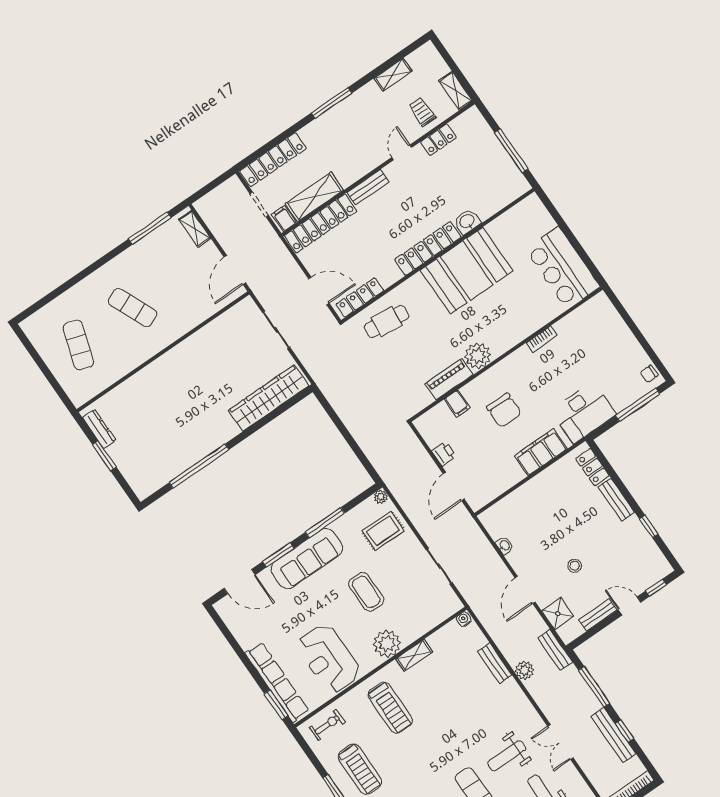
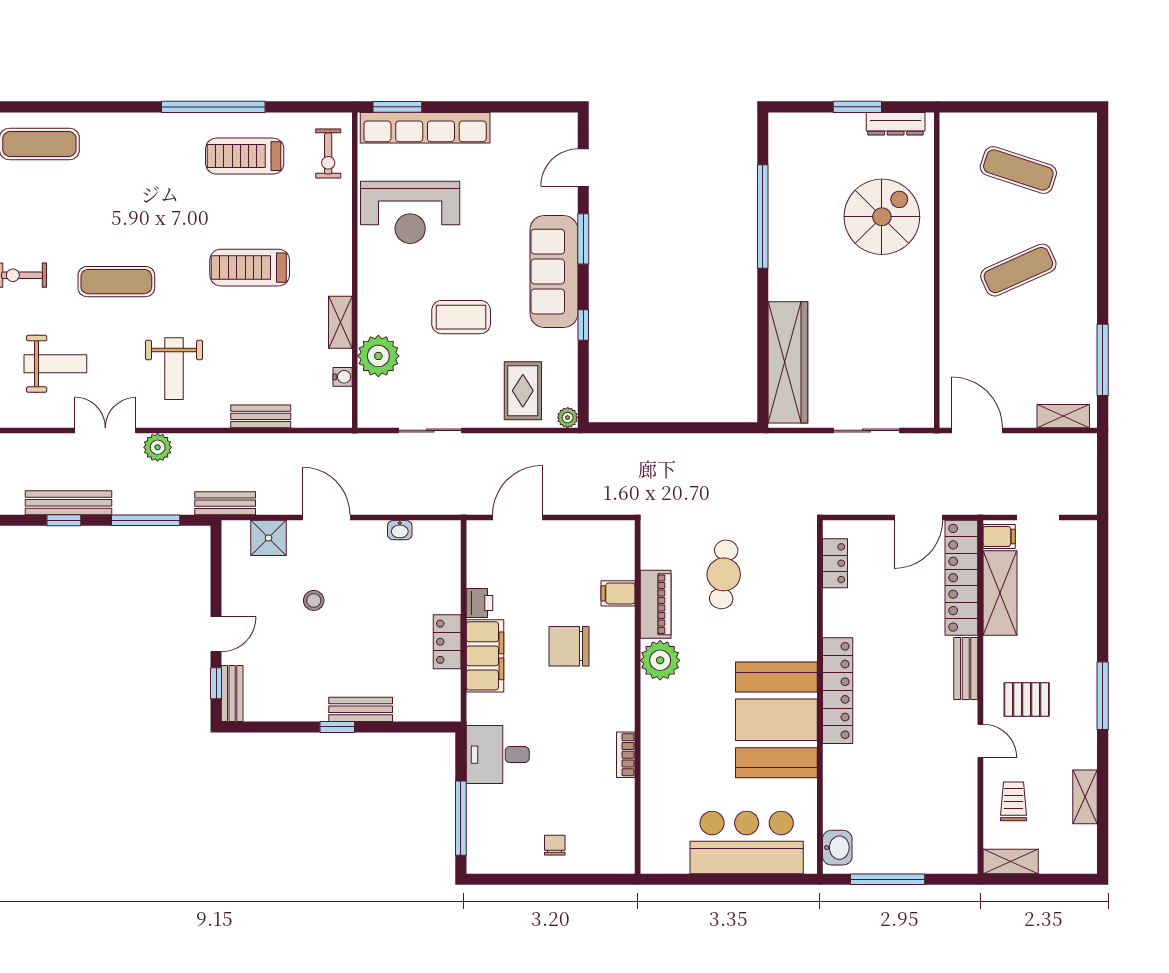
trolley: (422, 112) -> (1014, 801), turned -90
locker: (438, 140) -> (964, 798), removed
pallet: (362, 143) -> (1027, 699), added
locker: (273, 160) -> (1082, 573), removed
washbasin: (467, 221) -> (837, 848), moved
bar counter: (563, 268) -> (747, 842), moved
door: (319, 291) -> (918, 518), moved
locker: (360, 297) -> (835, 563), width x0.66
cafe table: (387, 322) -> (724, 574), moved
chair: (649, 374) -> (555, 845), moved
spiral stairs: (155, 401) -> (882, 217), added
desk: (584, 413) -> (498, 755), width x0.73
printer: (444, 454) -> (479, 603), moved, turned -90
locker: (592, 467) -> (447, 642), moved, turned -90
door: (454, 486) -> (517, 518), hinge flipped
window: (325, 523) -> (583, 325), width x0.46
window: (649, 527) -> (337, 727), moved
door: (240, 582) -> (583, 168), width x0.73
bench: (598, 615) -> (232, 693), moved
water cooler: (464, 619) -> (343, 377), moved
plant: (387, 644) -> (378, 356), moved
reception desk: (329, 658) -> (410, 212), turned 180
plant: (524, 670) -> (158, 447), moved
treadmill: (390, 708) -> (250, 268), moved
weight bench: (507, 756) -> (174, 369), moved, turned 180

